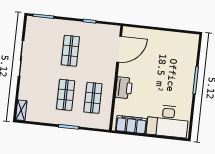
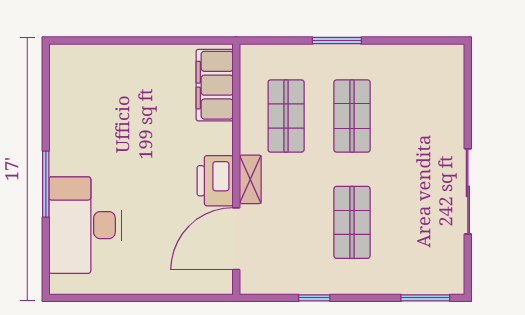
printer: (124, 88) -> (215, 181), moved
shelving: (21, 110) -> (250, 179), moved
desk: (168, 121) -> (85, 225), moved, turned -90
filing cabinet: (131, 125) -> (215, 85), moved, turned 90

